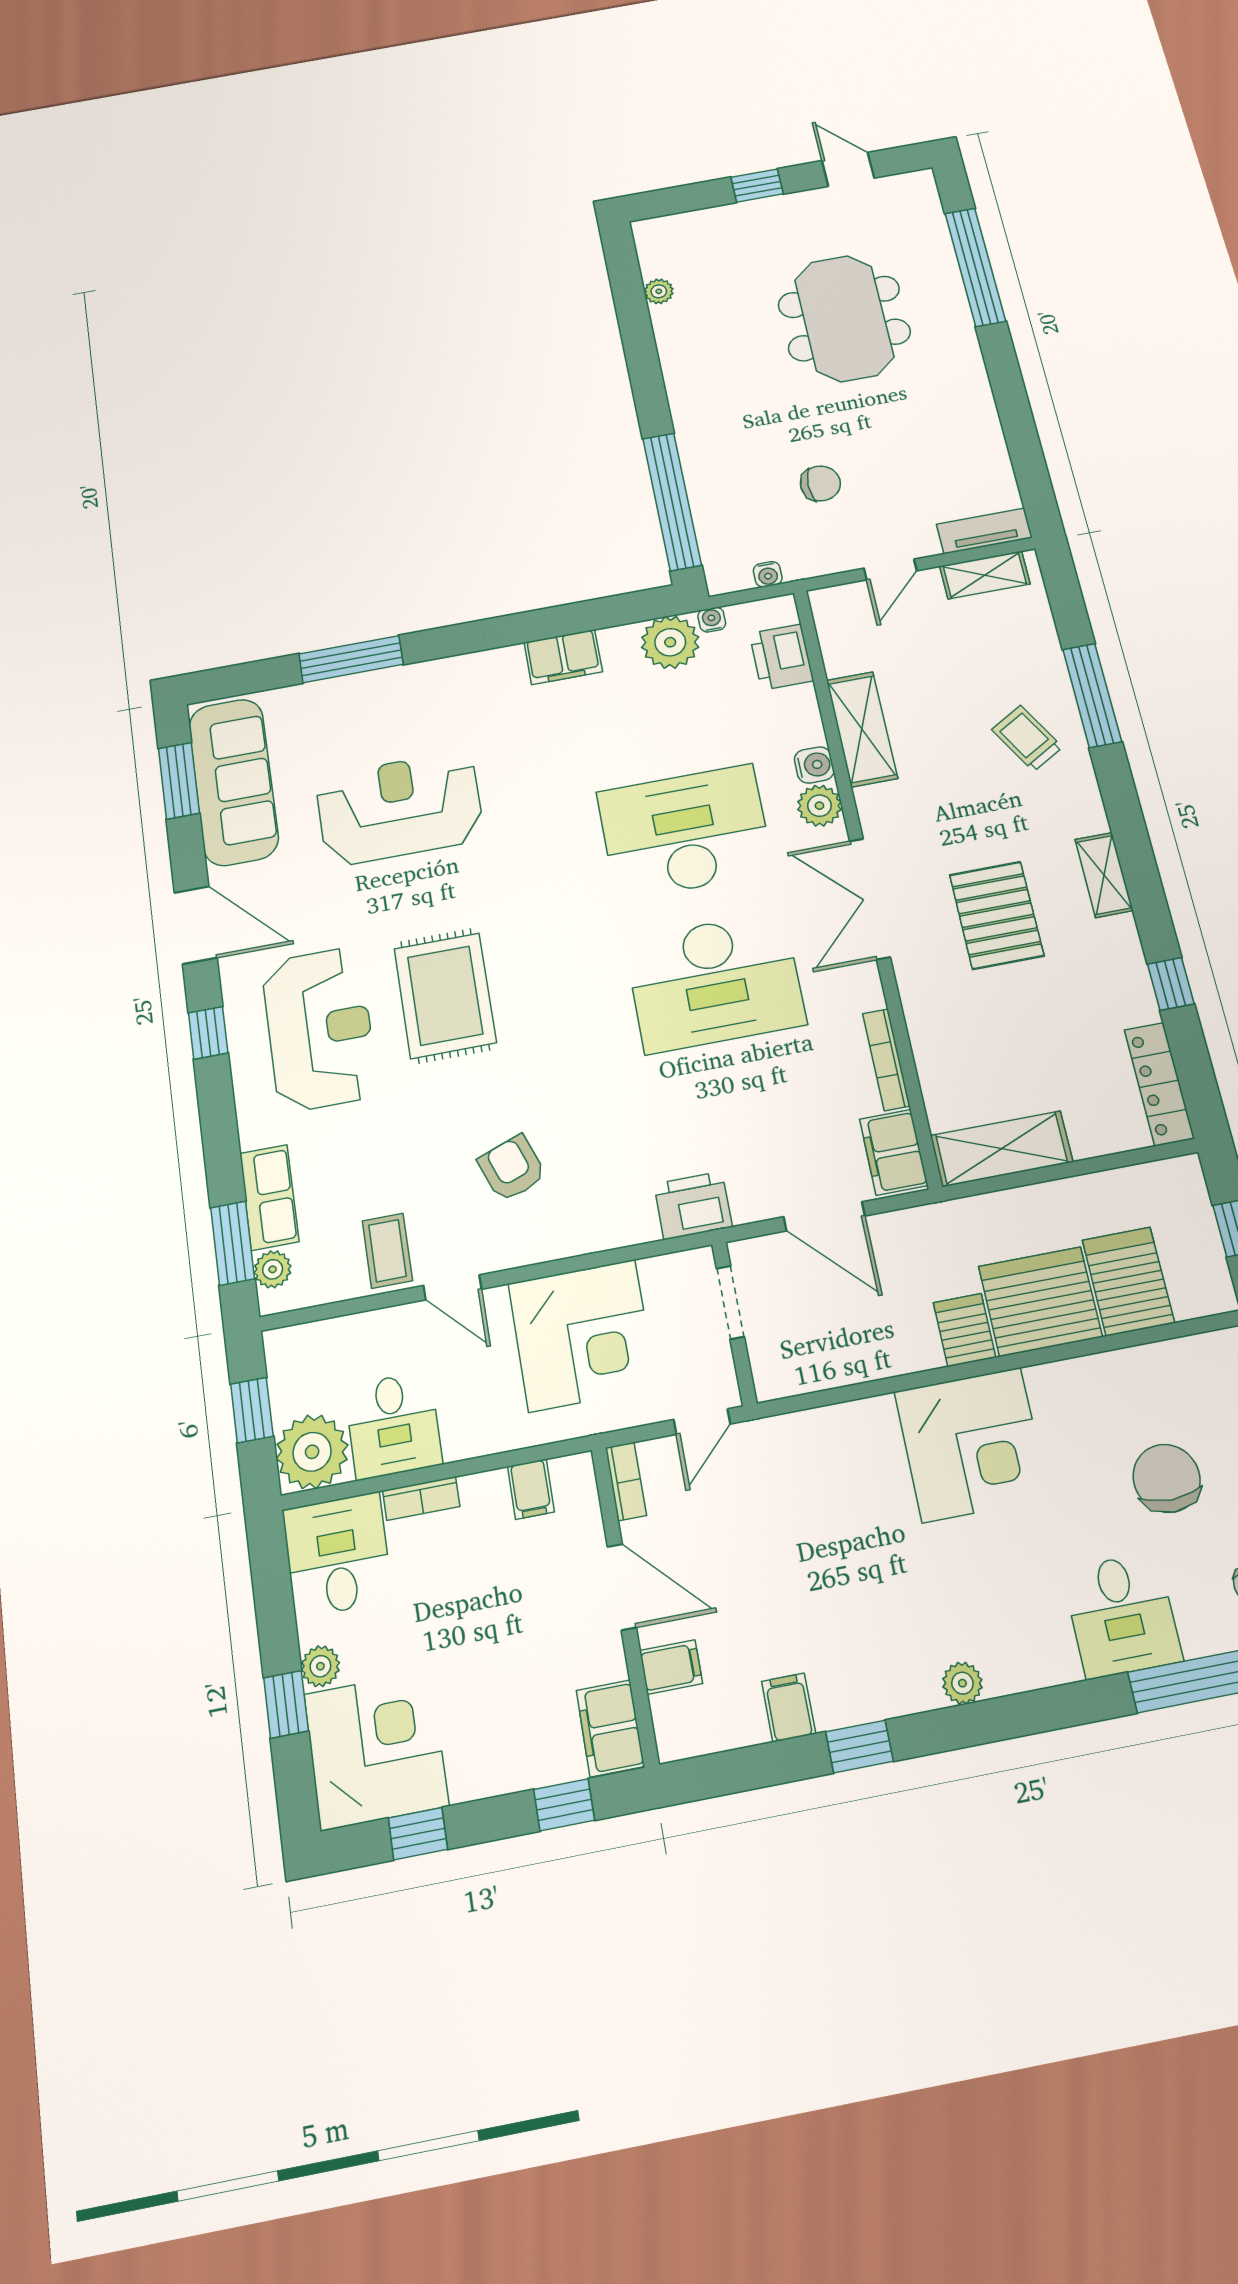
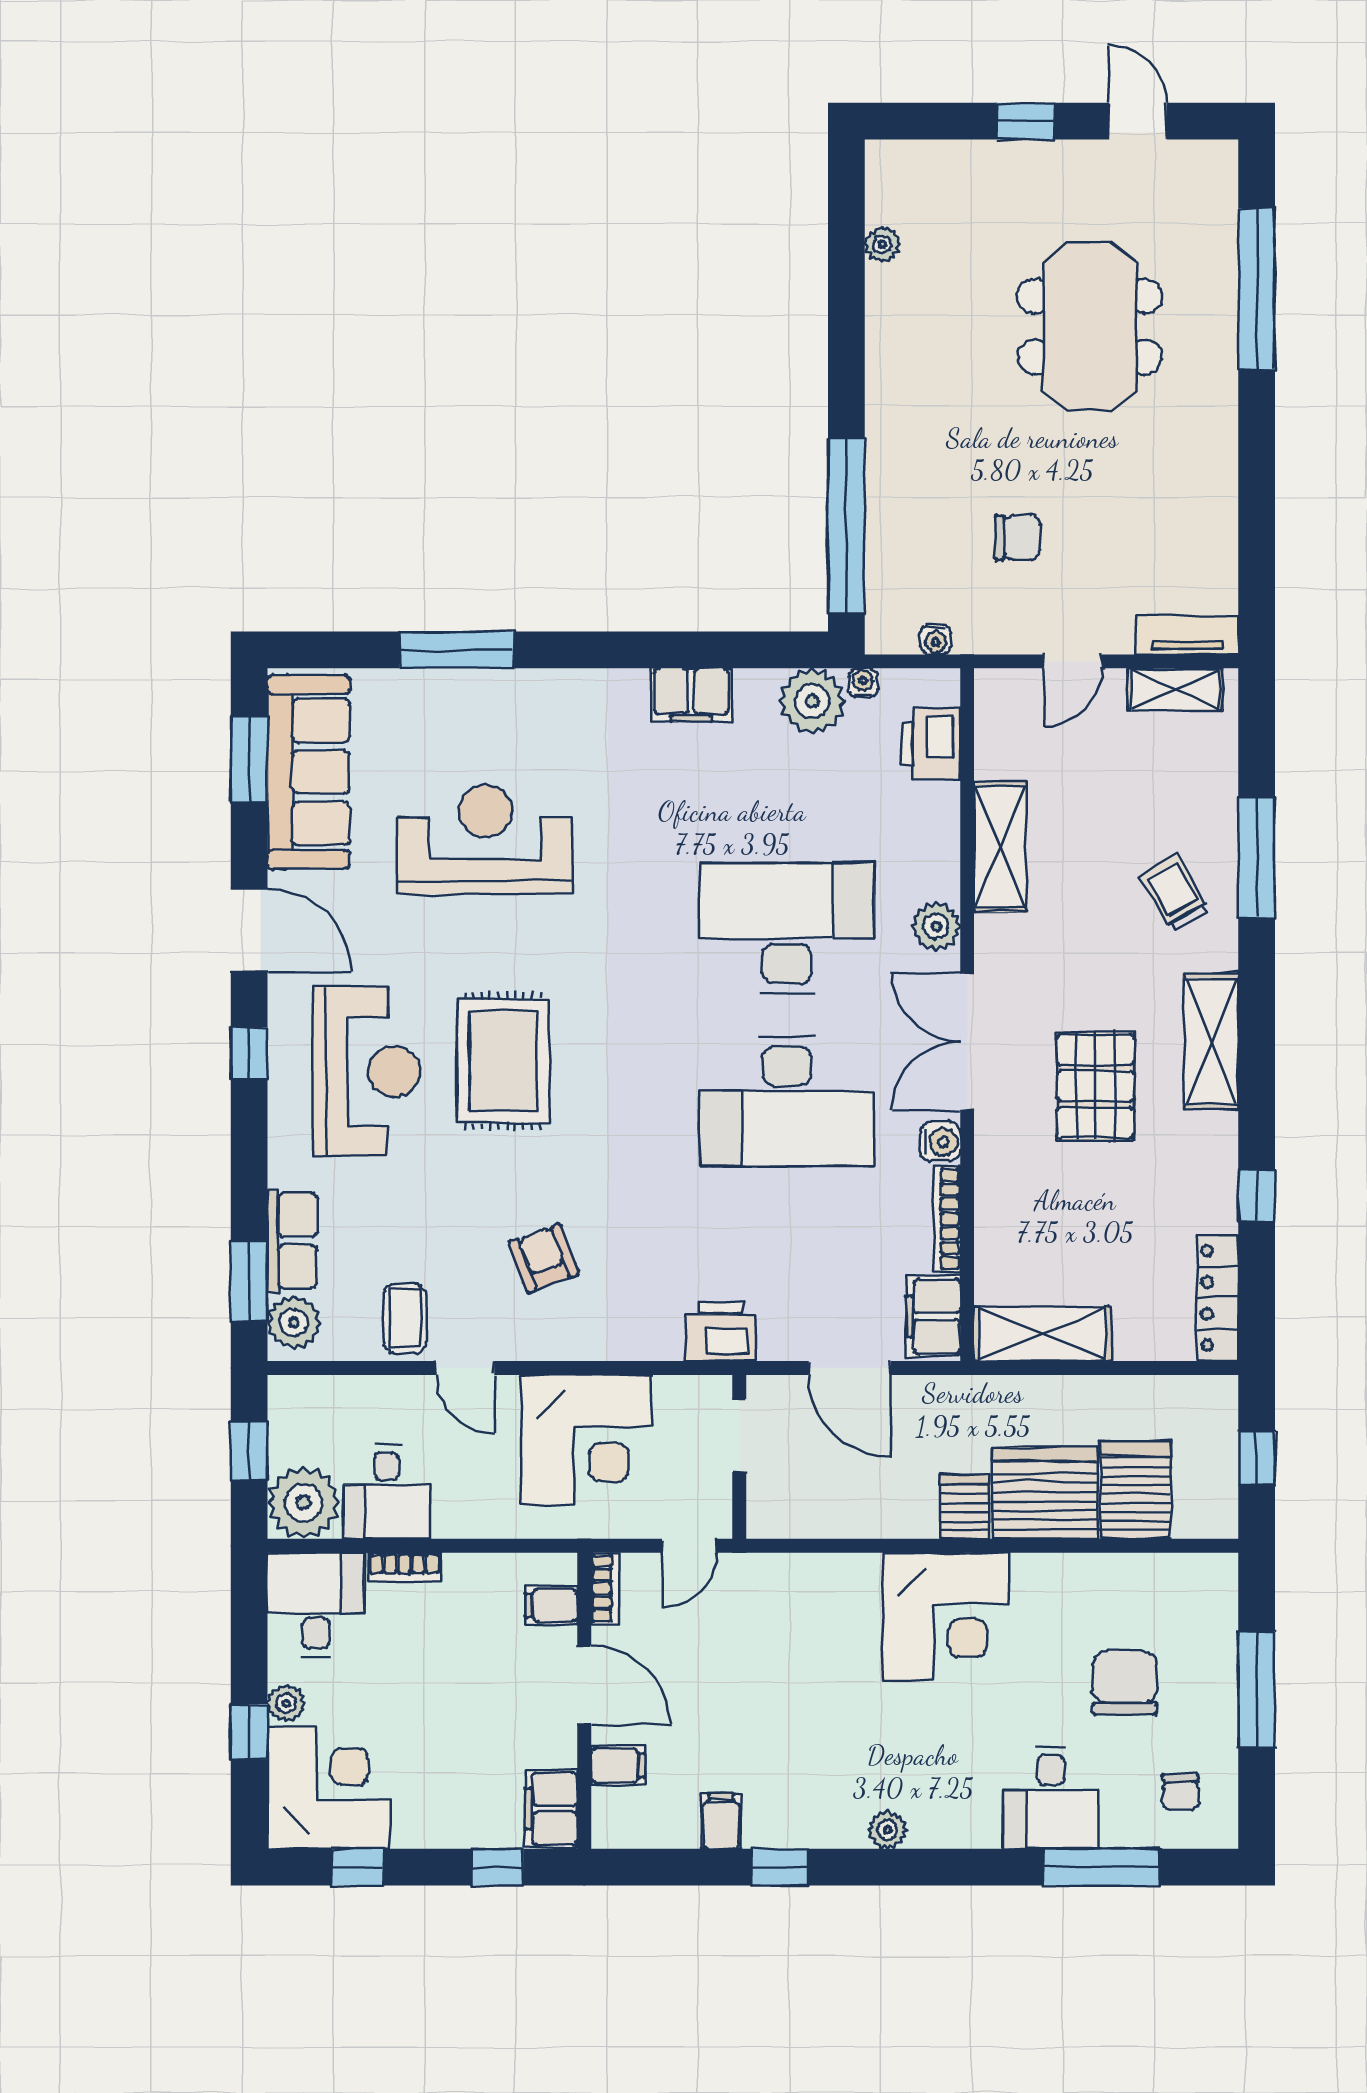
water cooler: (814, 765) -> (940, 1142), moved
shelving: (1104, 875) -> (1211, 1041), width x1.50, depth x1.33
plant: (273, 1269) -> (294, 1322), width x1.38, depth x1.38
filing cabinet: (531, 1489) -> (552, 1605), moved, turned 90

